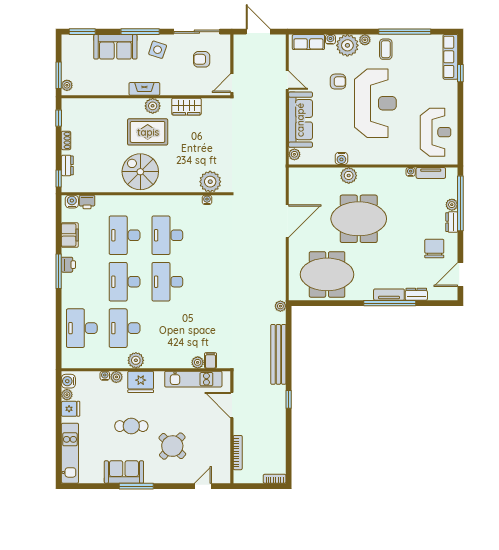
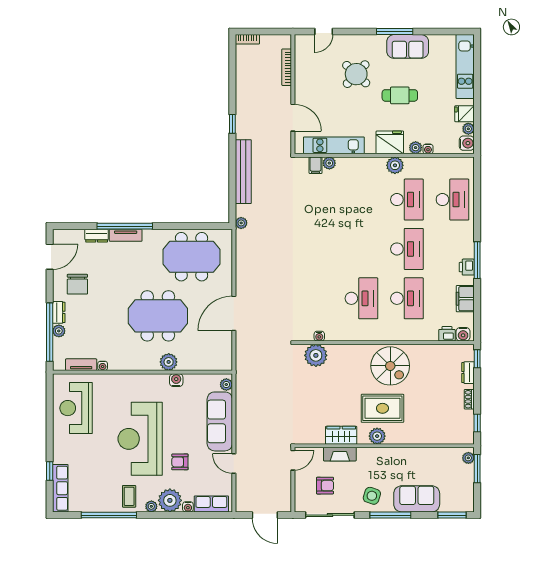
fireplace: (144, 89) -> (340, 454), moved
desk: (167, 282) -> (361, 249), removed

